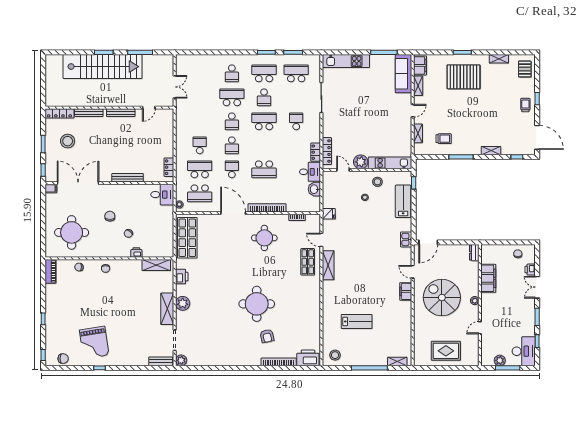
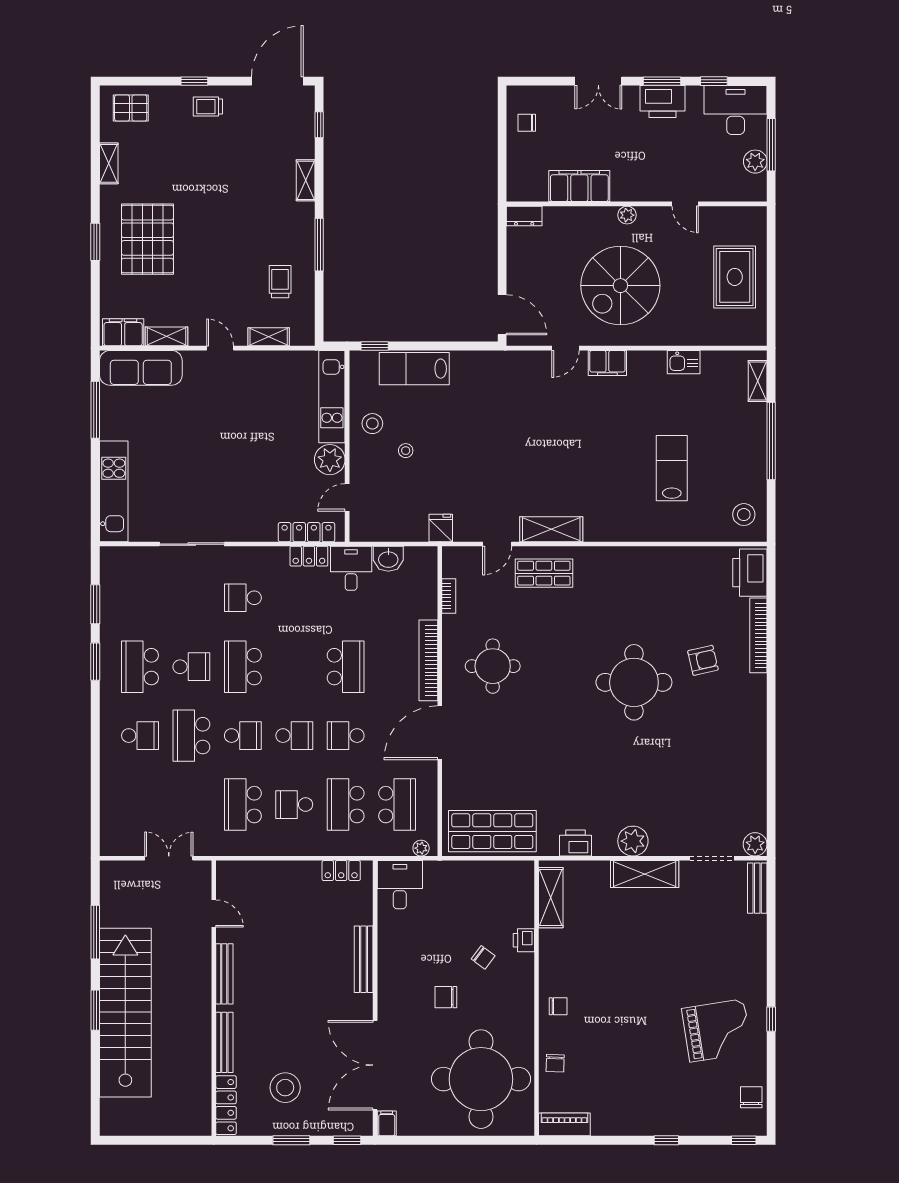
school desk: (296, 73) -> (243, 805), moved
round table: (72, 232) -> (481, 1079), width x1.36, depth x1.36
kitchen sink: (406, 239) -> (684, 362), moved
printer: (530, 270) -> (662, 102), moved, width x1.87, depth x1.48

